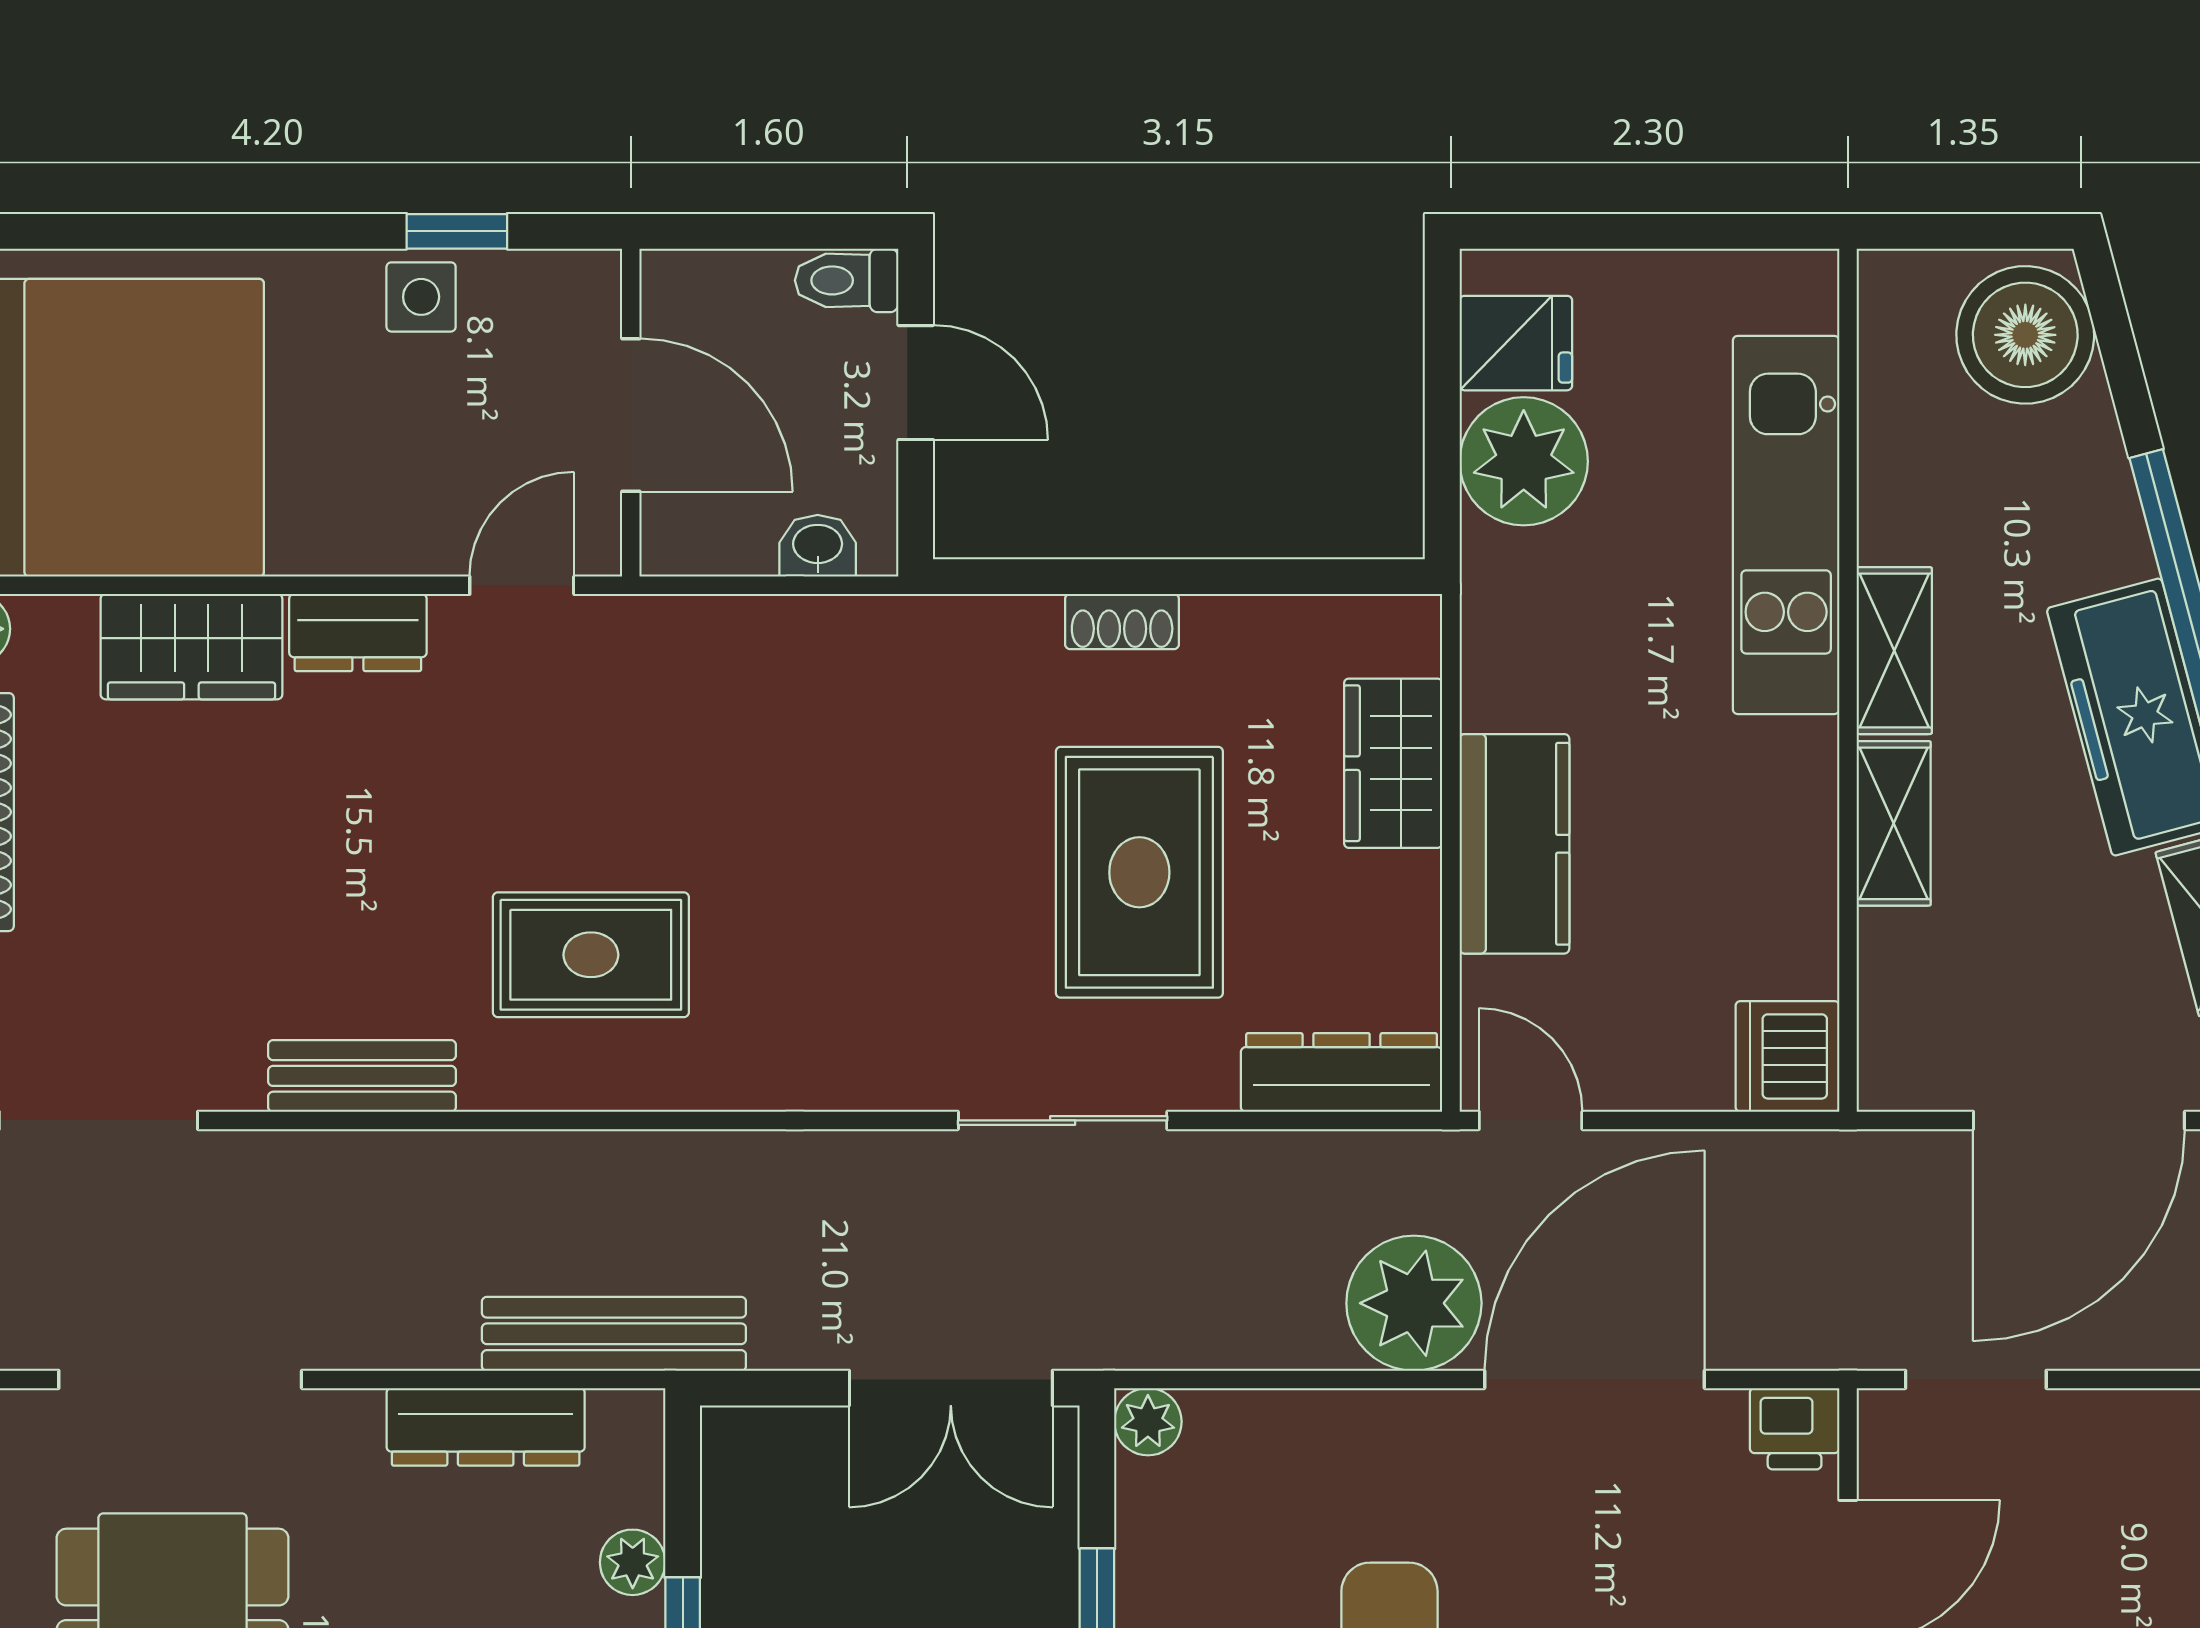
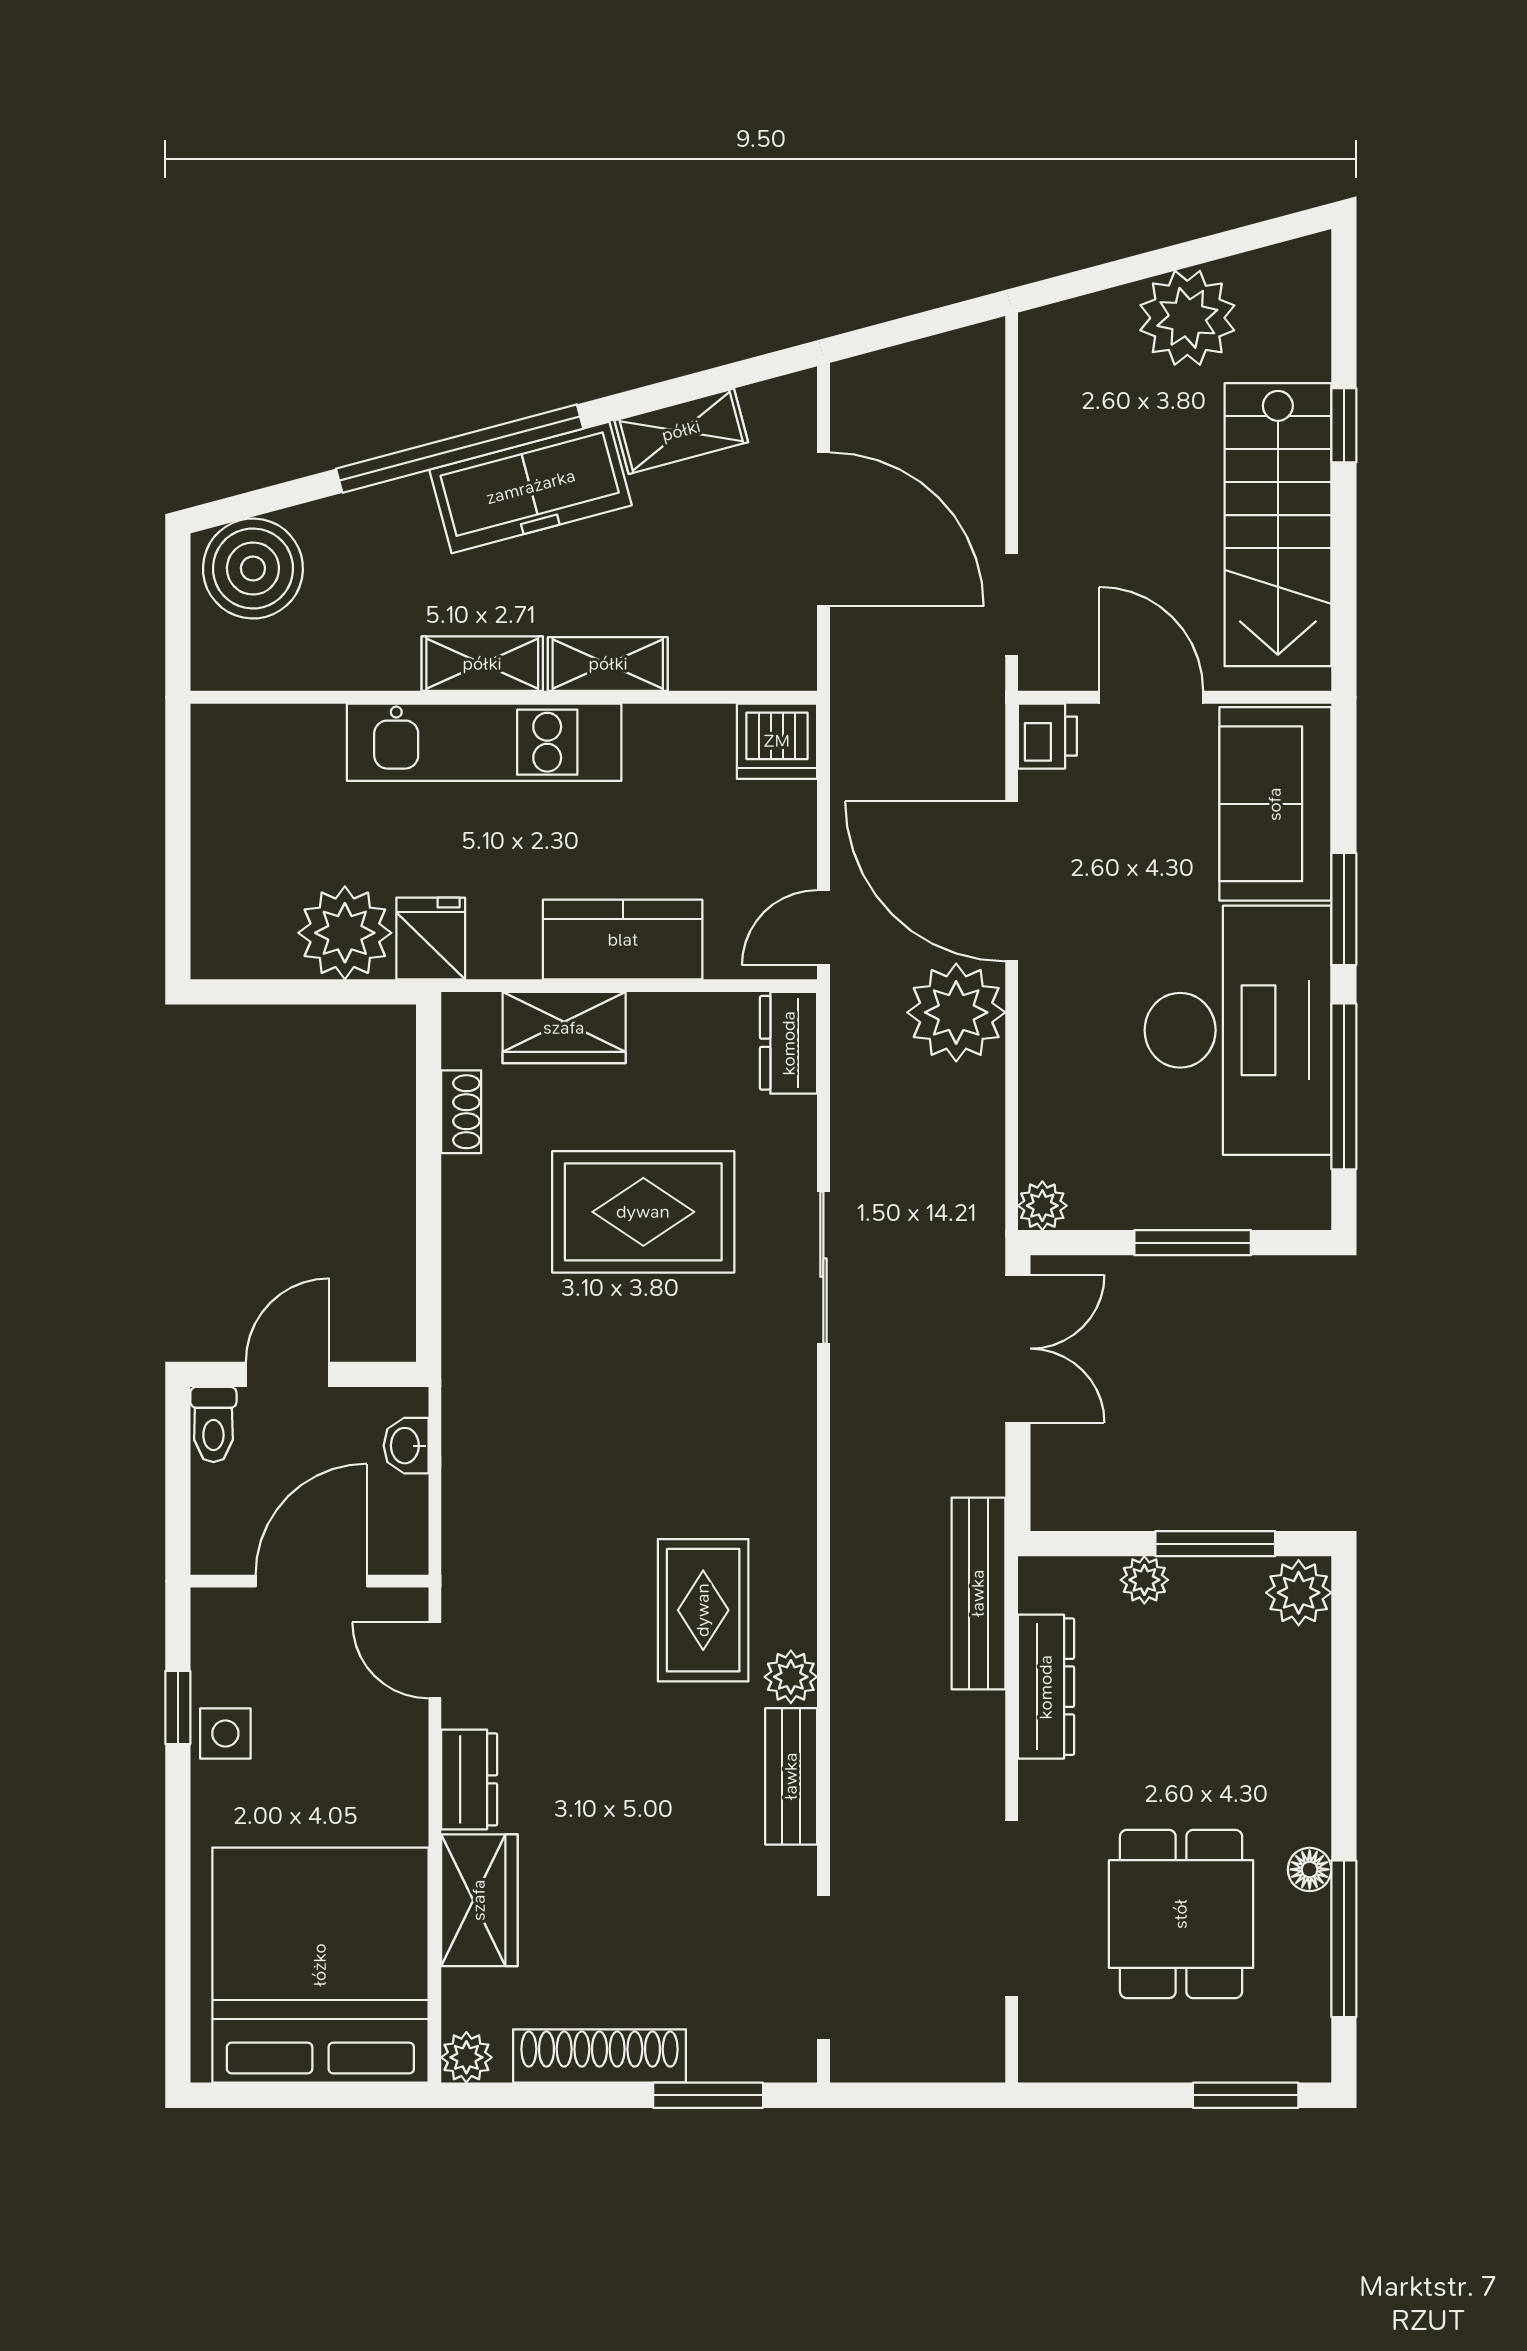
fridge: (1516, 343) -> (431, 938), moved
kitchen unit: (1786, 525) -> (484, 742), moved
shoe rack: (1122, 622) -> (461, 1112), moved
dresser: (1342, 1072) -> (789, 1043), width x0.70
plant: (499, 1075) -> (791, 1677), added

